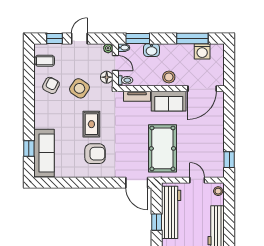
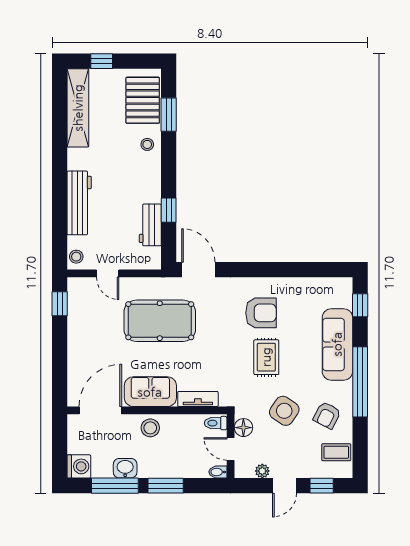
window: (138, 39) -> (166, 486), moved
plant: (108, 48) -> (262, 471), moved
washbasin: (151, 50) -> (125, 468), moved
washing machine: (202, 51) -> (79, 466), moved, turned 90
window: (29, 108) -> (360, 382), added
window: (29, 148) -> (360, 305), moved
pool table: (162, 148) -> (160, 321), turned 90
sofa: (44, 153) -> (337, 344), moved
armchair: (95, 154) -> (261, 313), turned 180
workbench: (171, 212) -> (150, 225), width x0.53, depth x0.76

